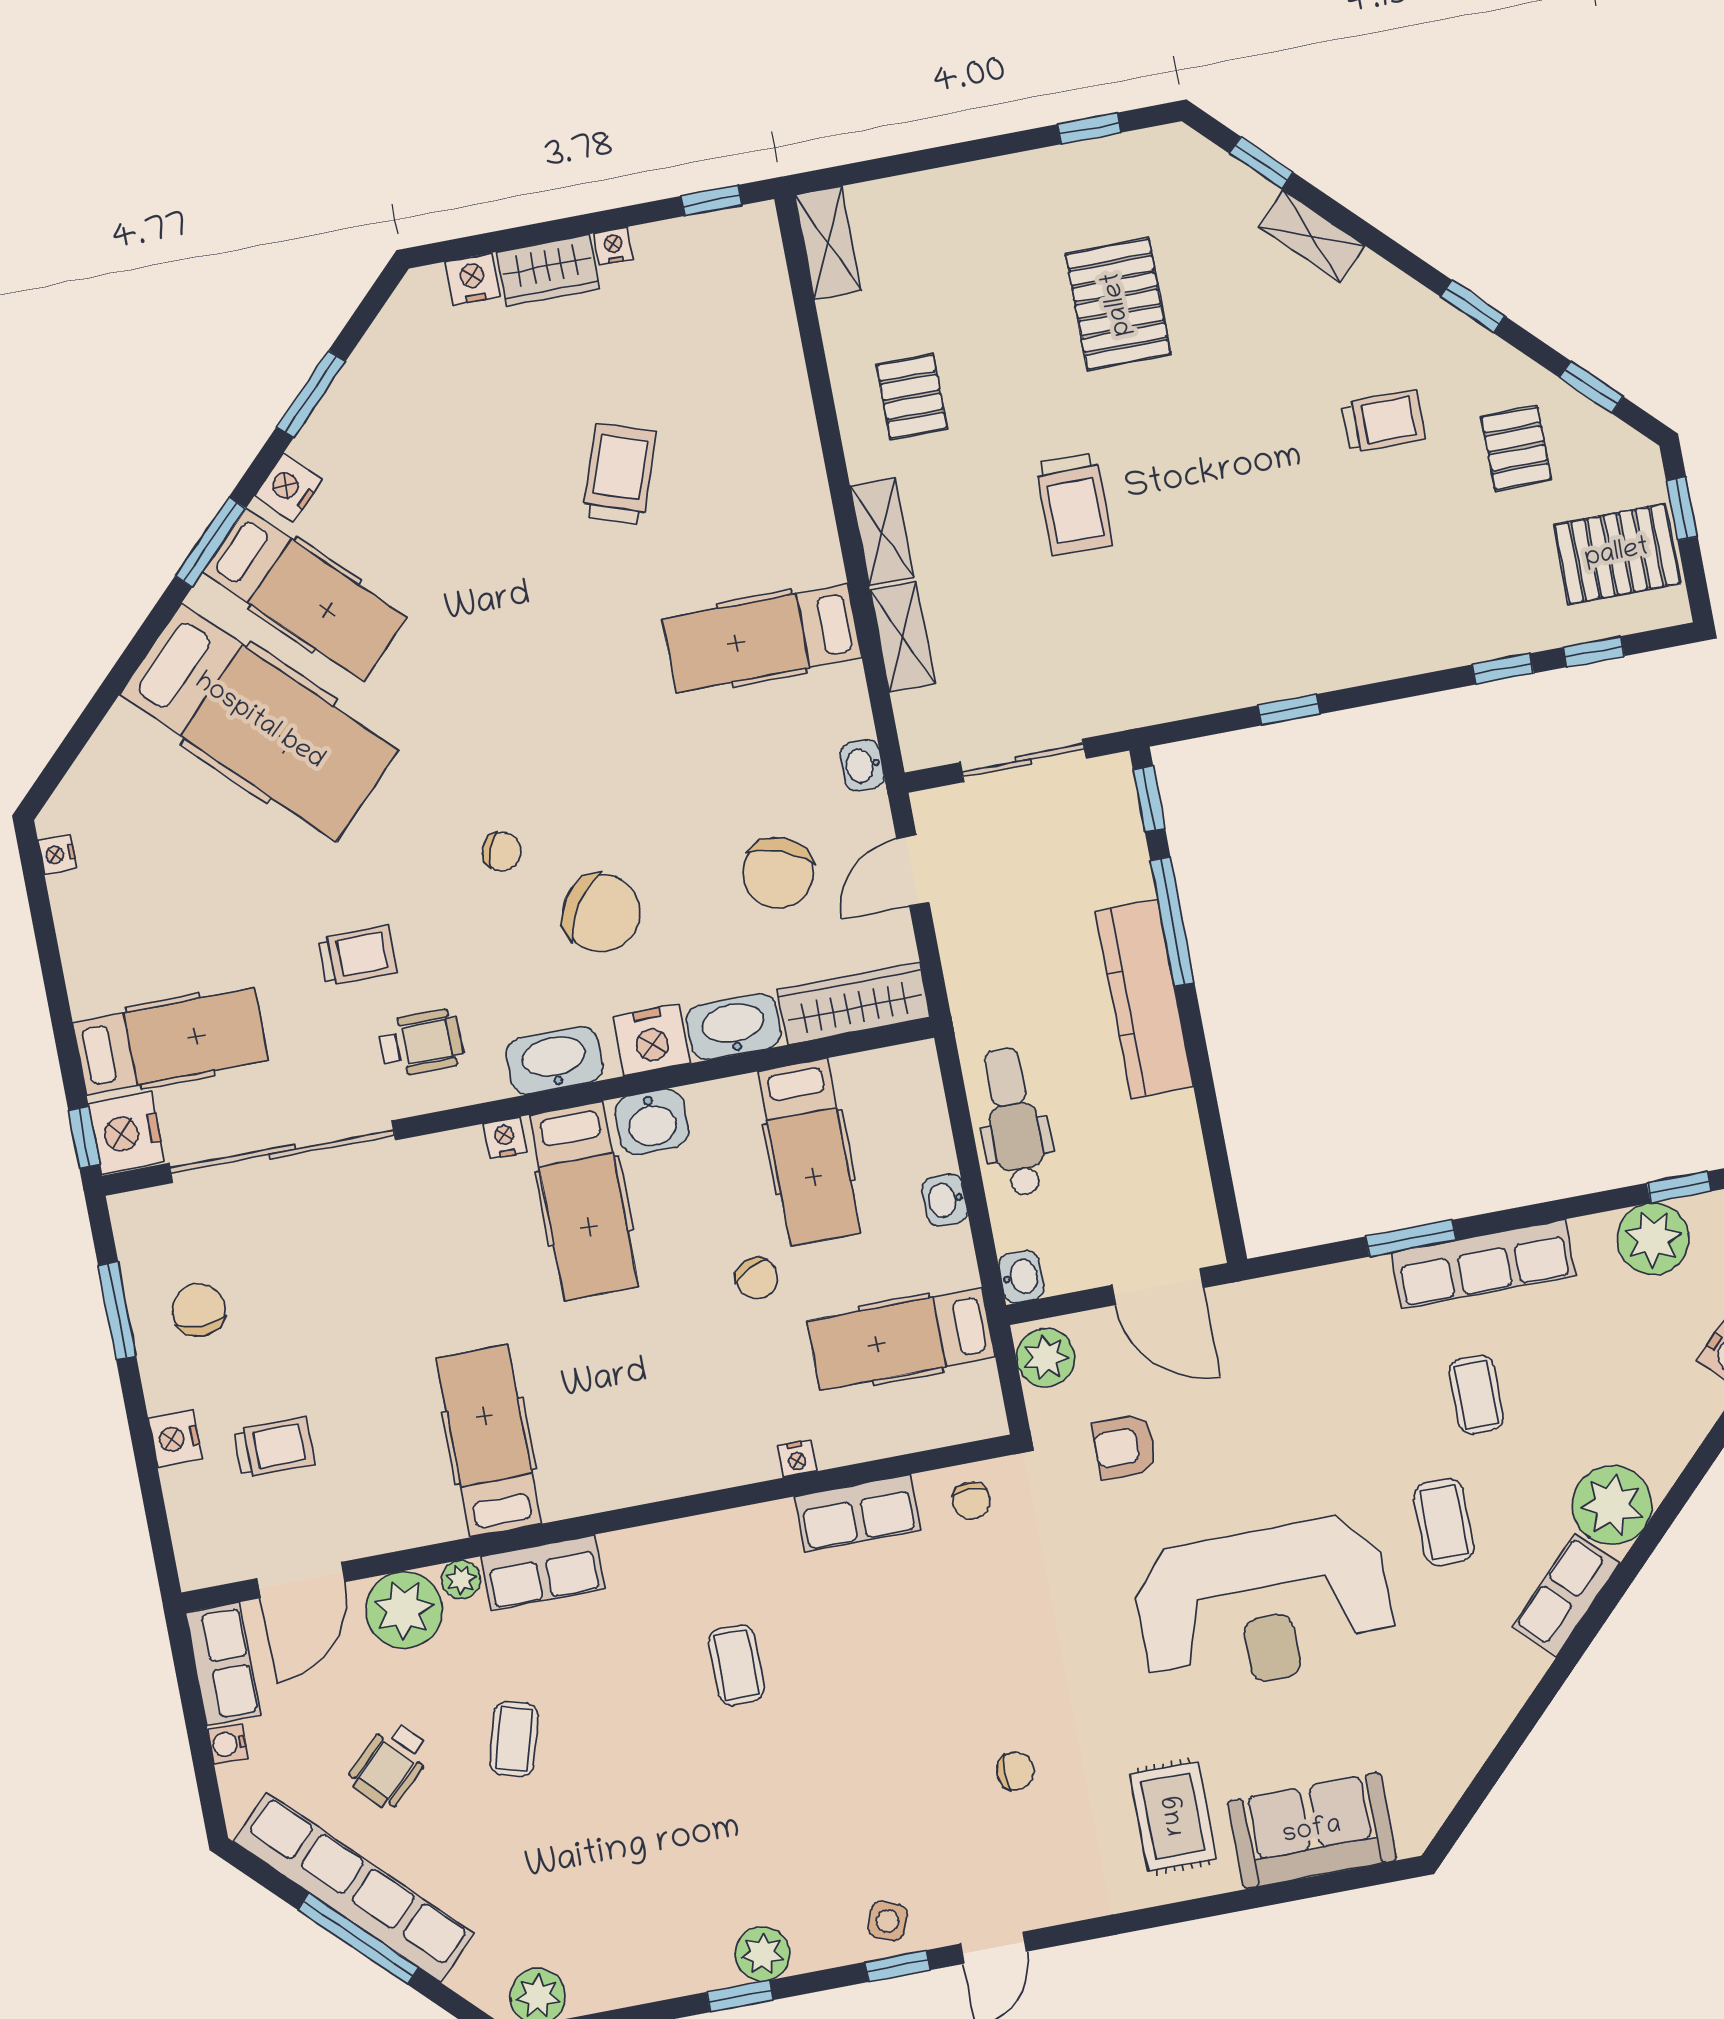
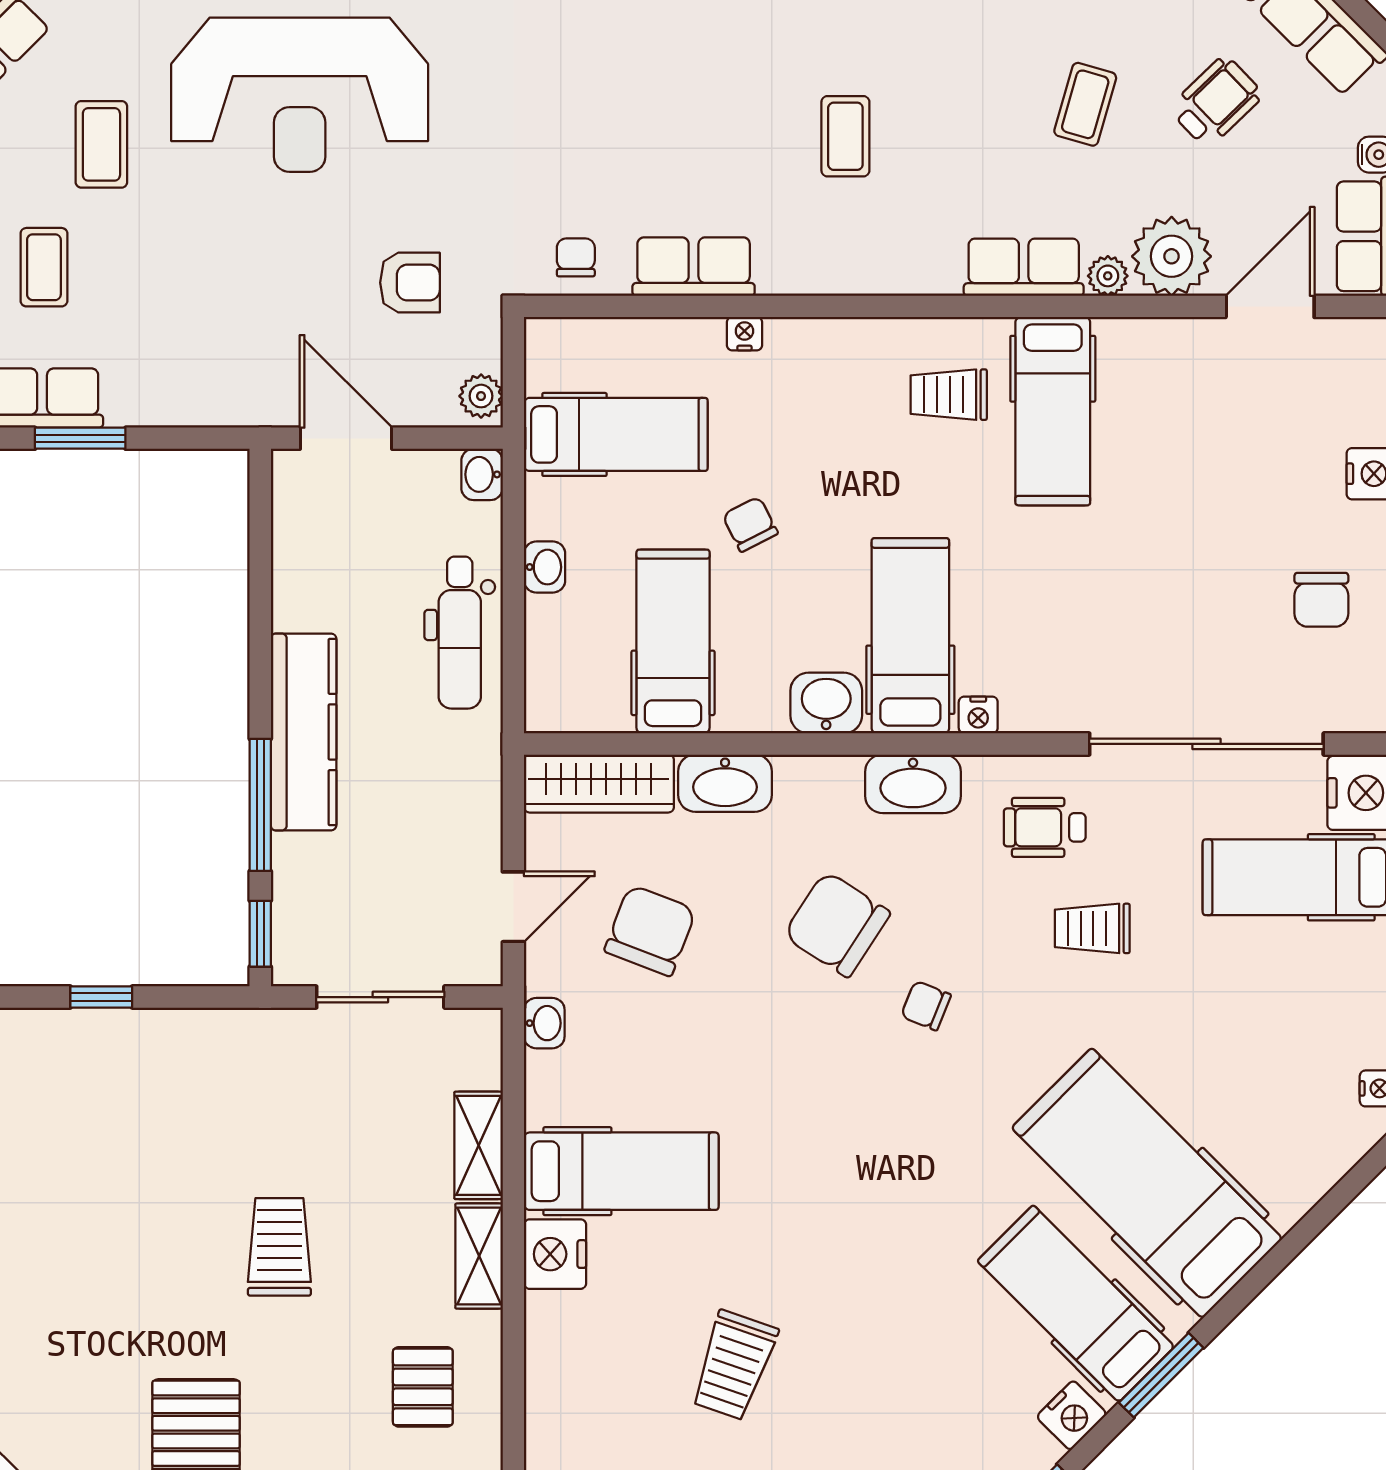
nightstand: (651, 1040) -> (555, 1254), moved, turned -90
plant: (1046, 1358) -> (481, 396), width x0.73, depth x0.73
trolley: (274, 1447) -> (949, 395), moved
reception desk: (1264, 1605) -> (300, 95), turned 180

